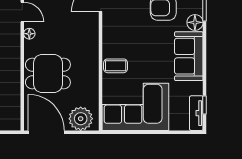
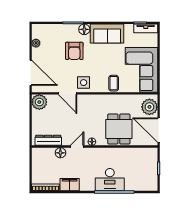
side table: (117, 21) -> (84, 83), added
door: (46, 132) -> (159, 130), hinge flipped

